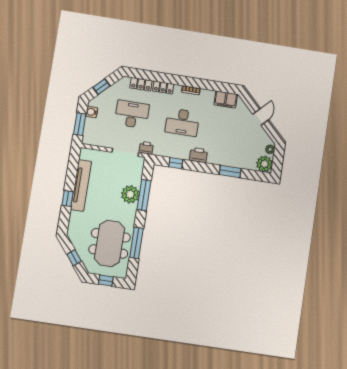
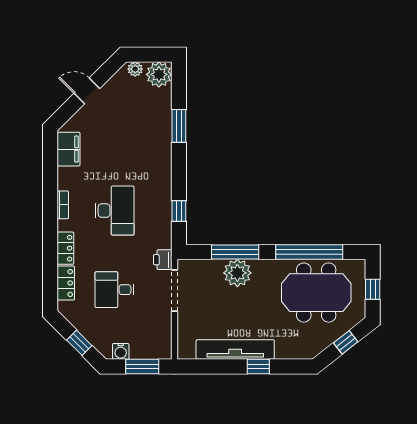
desk: (132, 114) -> (114, 290), width x0.73
printer: (198, 155) -> (161, 178), removed
window: (136, 243) -> (309, 252), width x1.46

